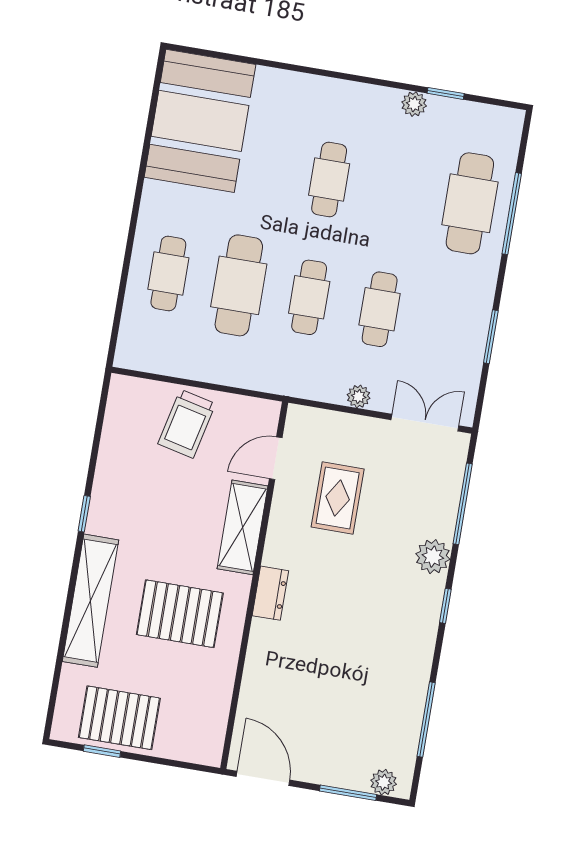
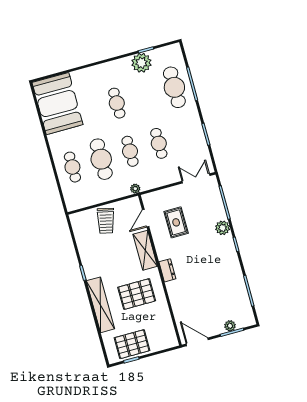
plant: (414, 104) -> (141, 63), width x1.87, depth x1.87
plant: (359, 396) -> (135, 189), moved
plant: (384, 782) -> (230, 326), moved

